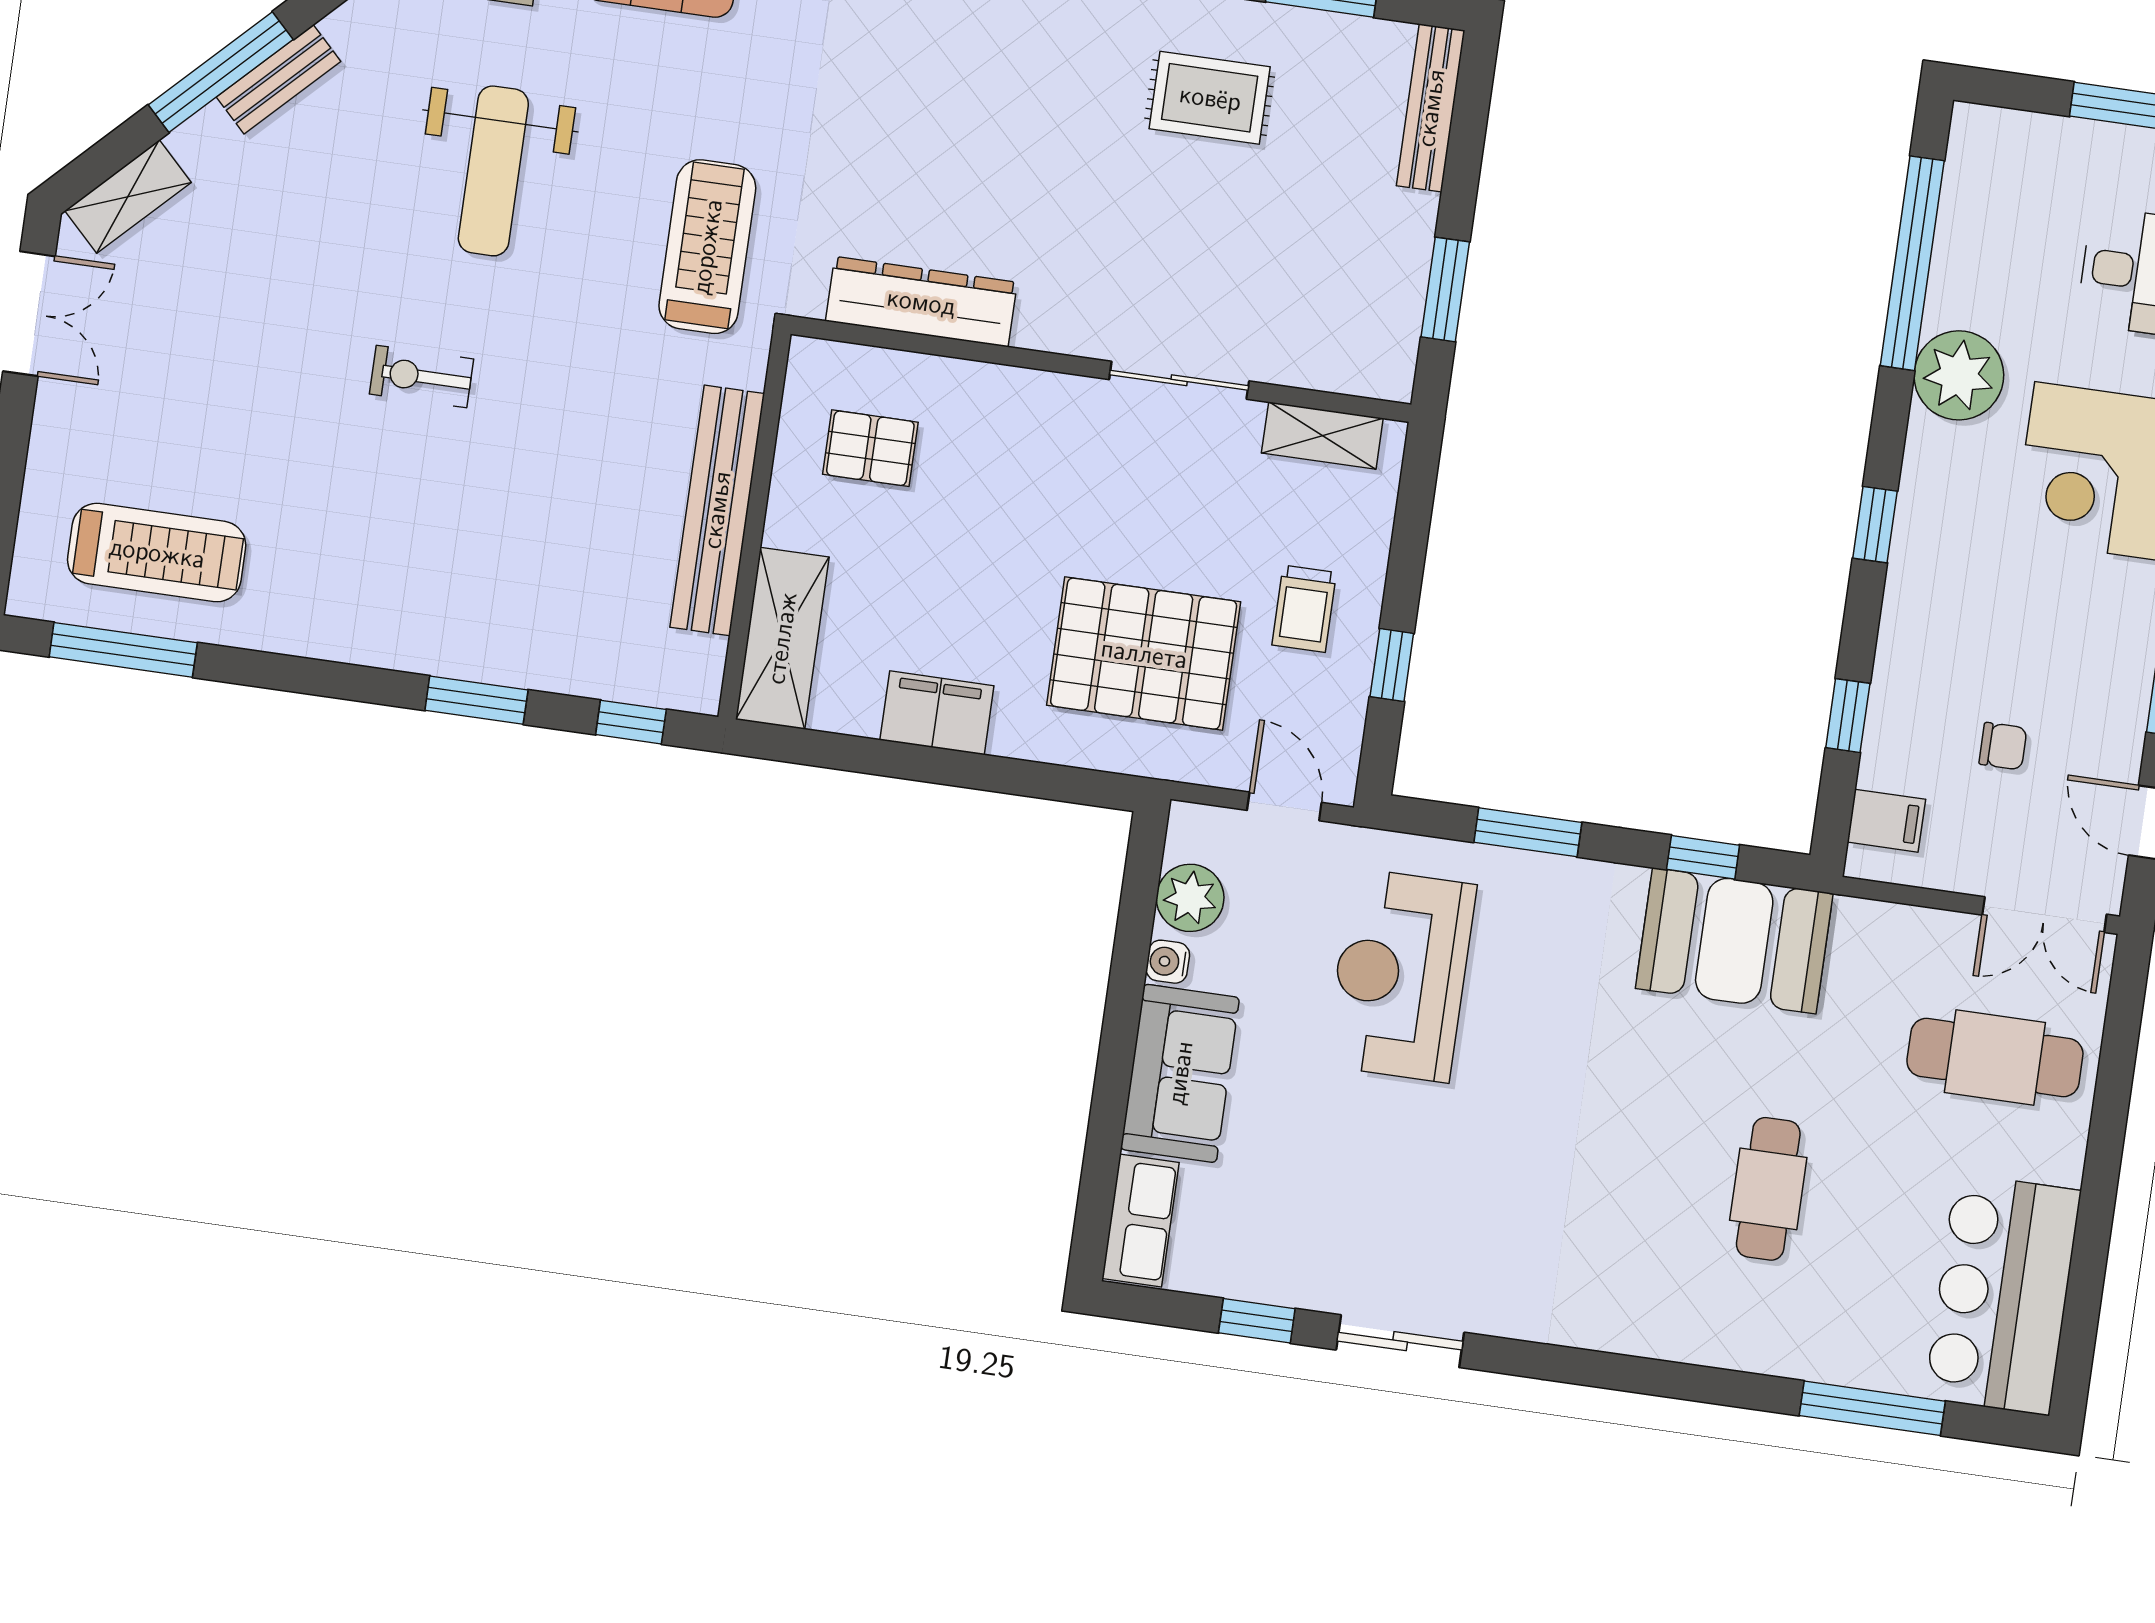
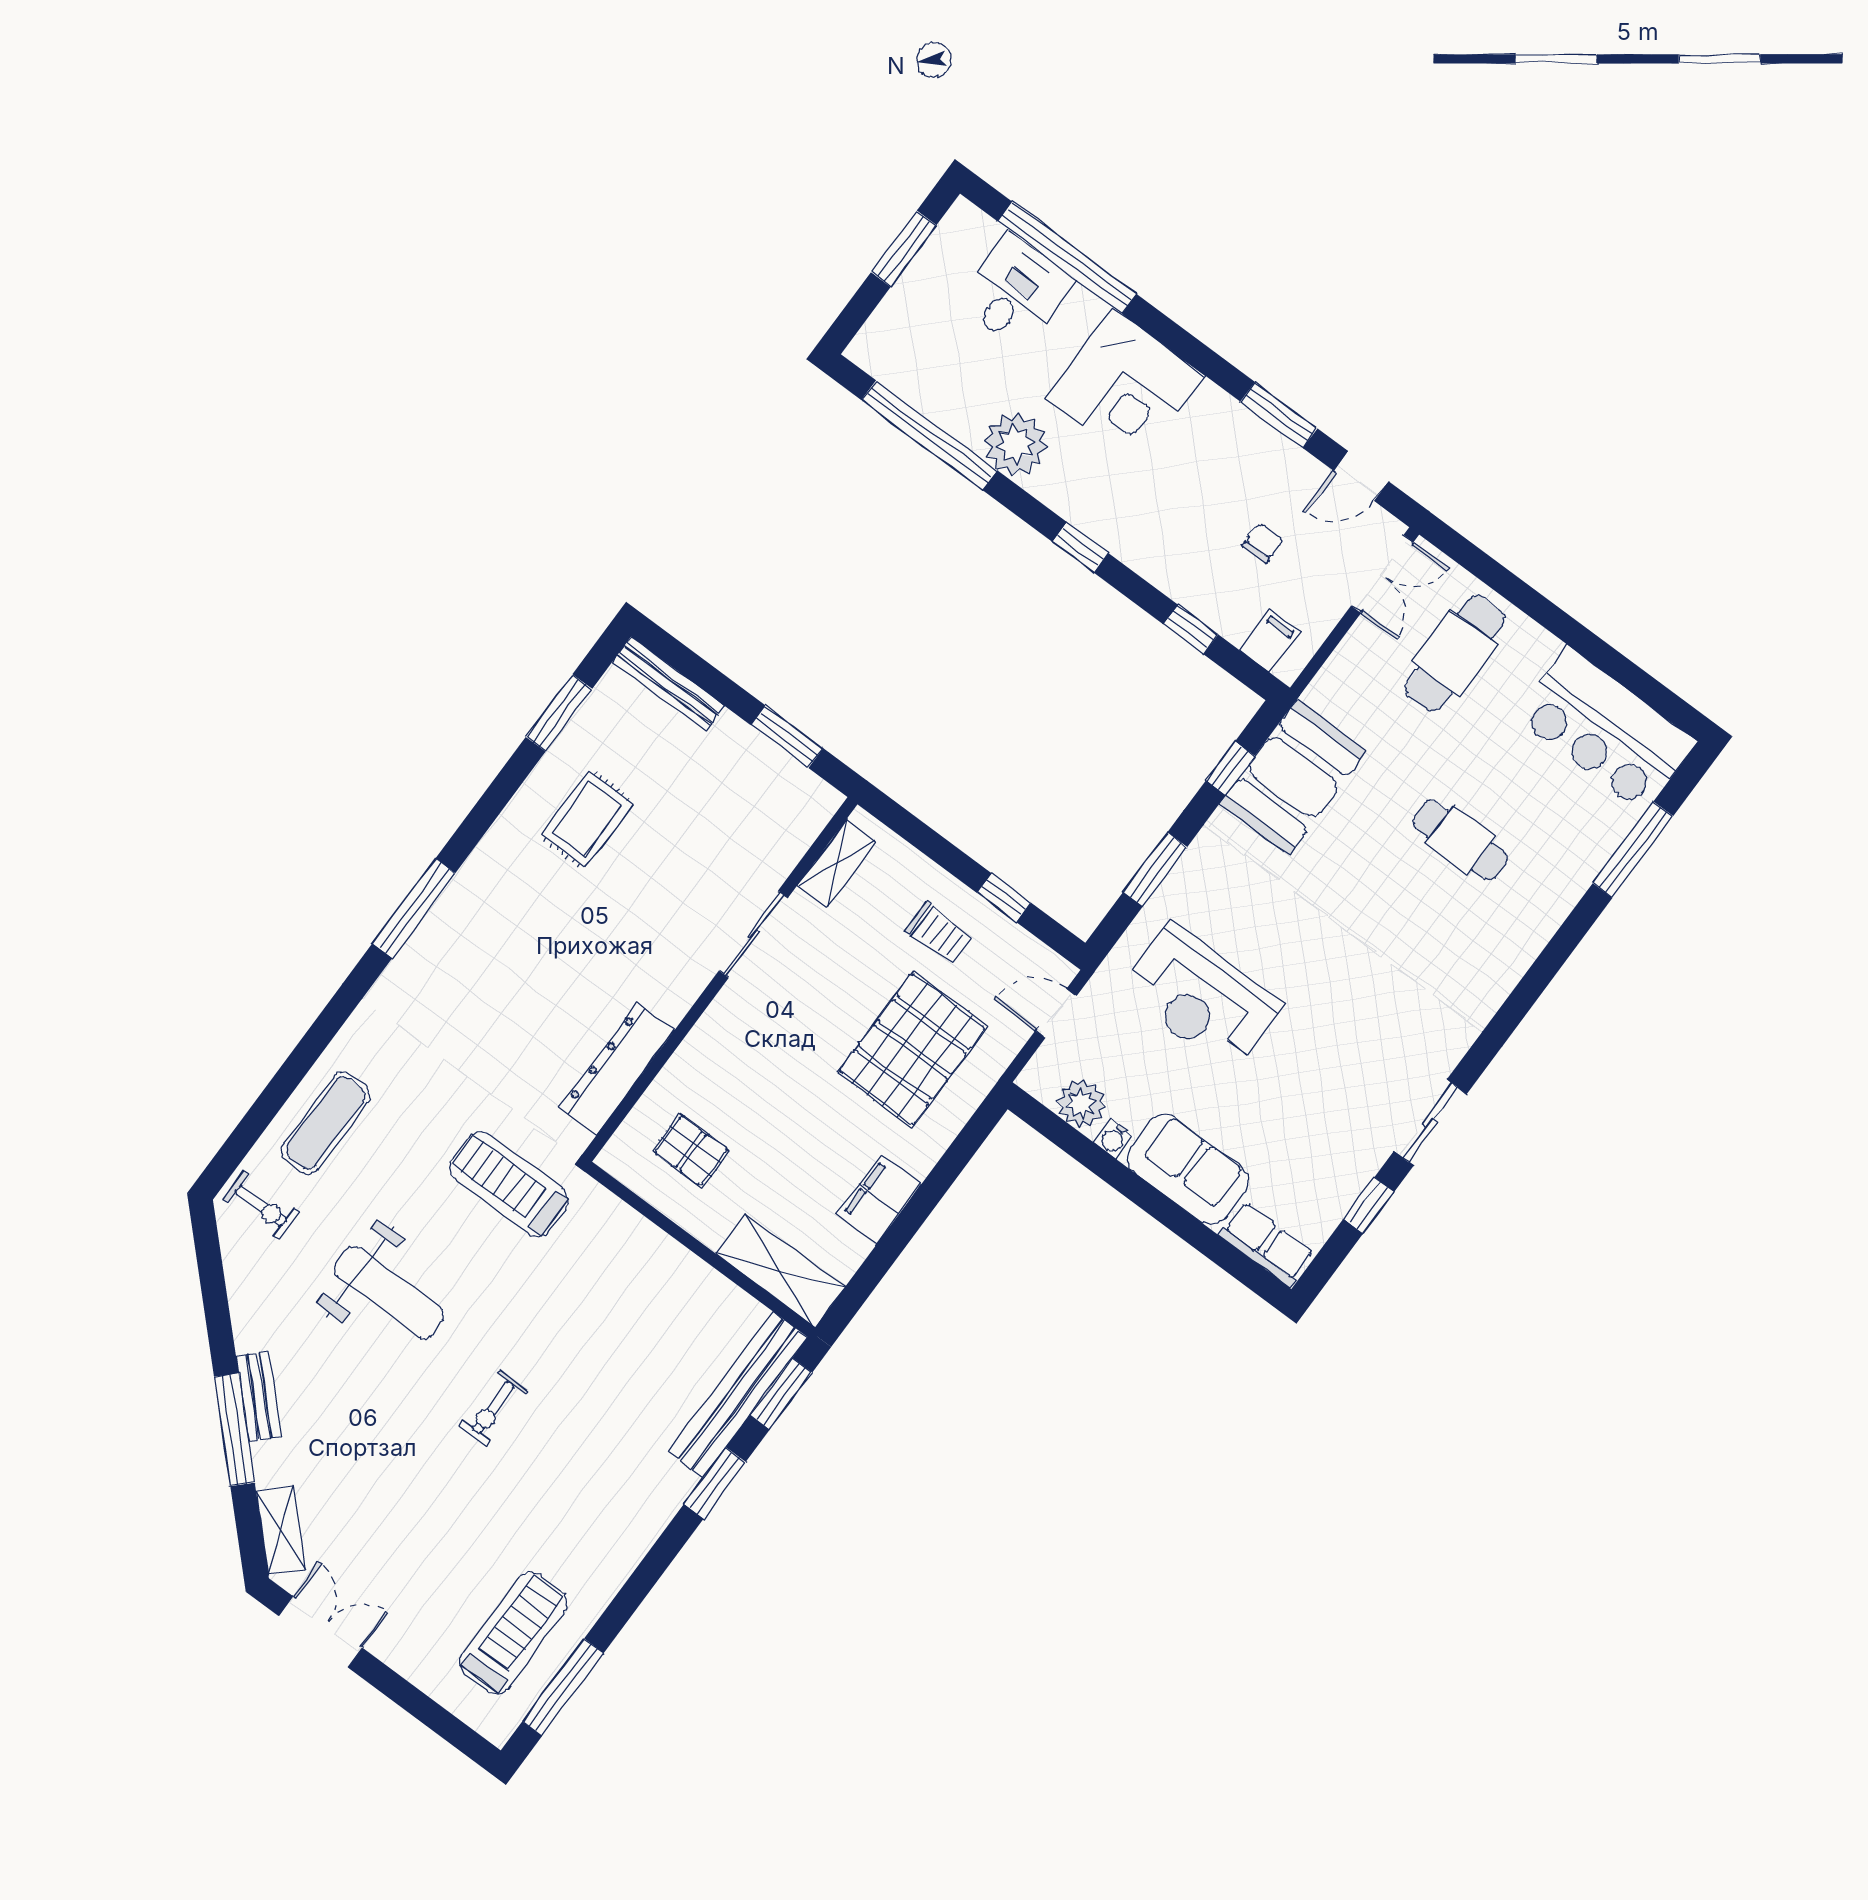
pallet: (870, 448) -> (691, 1151), turned 90
bench: (717, 510) -> (738, 1394), moved, turned 90
window: (631, 722) -> (781, 1394), width x1.50

